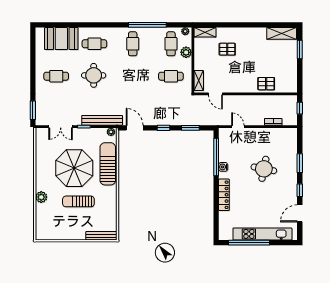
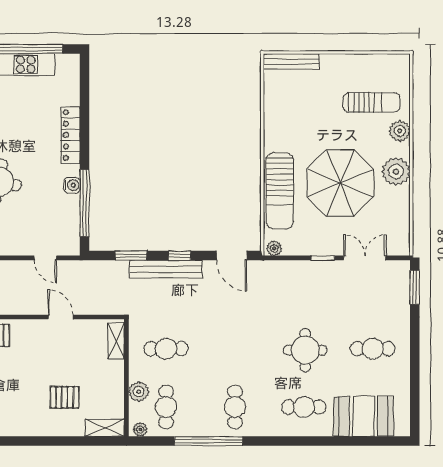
door: (215, 94) -> (61, 317), moved
bench: (102, 120) -> (166, 269), moved
plant: (43, 175) -> (396, 172), added
sun lounger: (78, 201) -> (371, 102), moved

